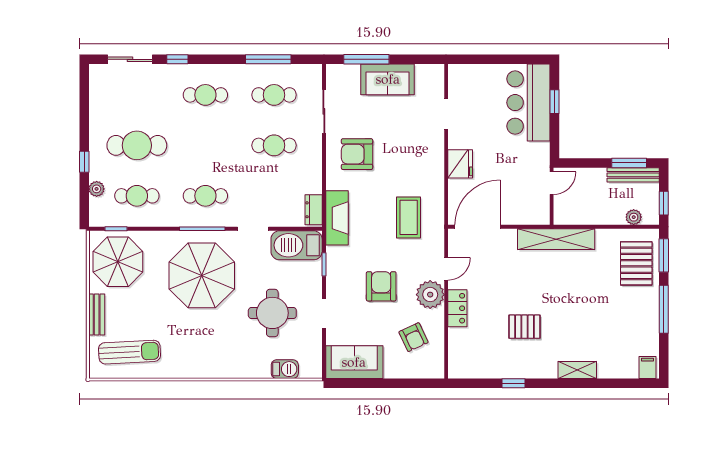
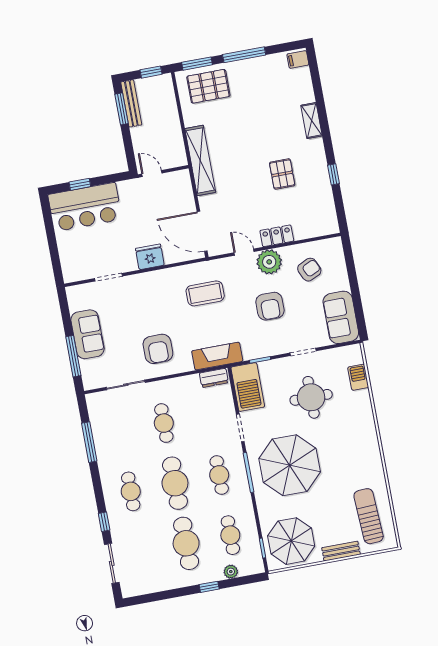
cafe table: (274, 95) -> (175, 483), moved, width x1.37, depth x1.35
plant: (634, 217) -> (168, 96), removed
armchair: (381, 286) -> (270, 306), turned -90

